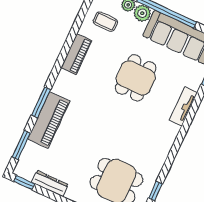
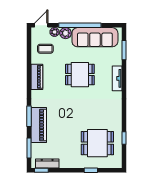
dining table: (136, 78) -> (80, 75), turned 90
dresser: (50, 183) -> (47, 163), moved

